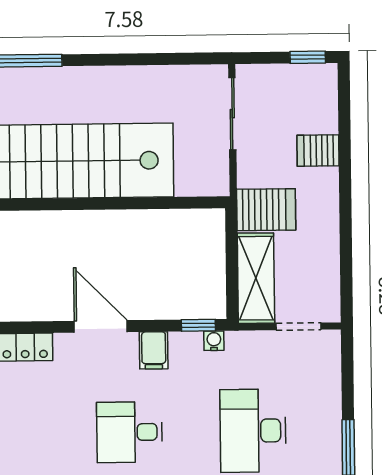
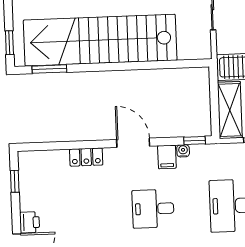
water cooler: (214, 341) -> (183, 151), moved

